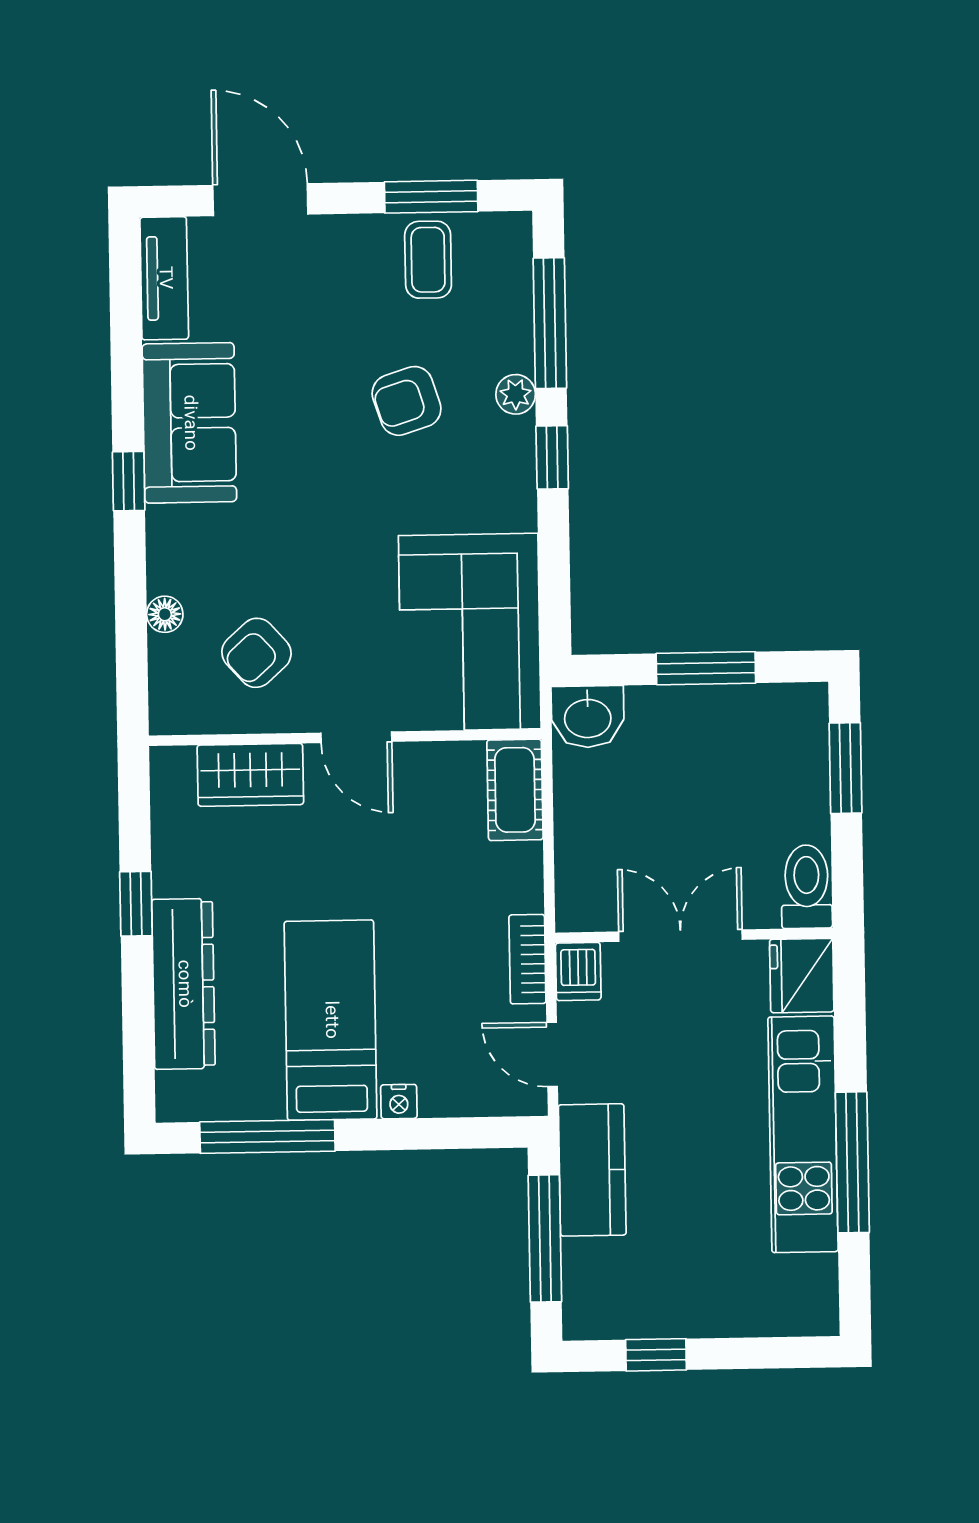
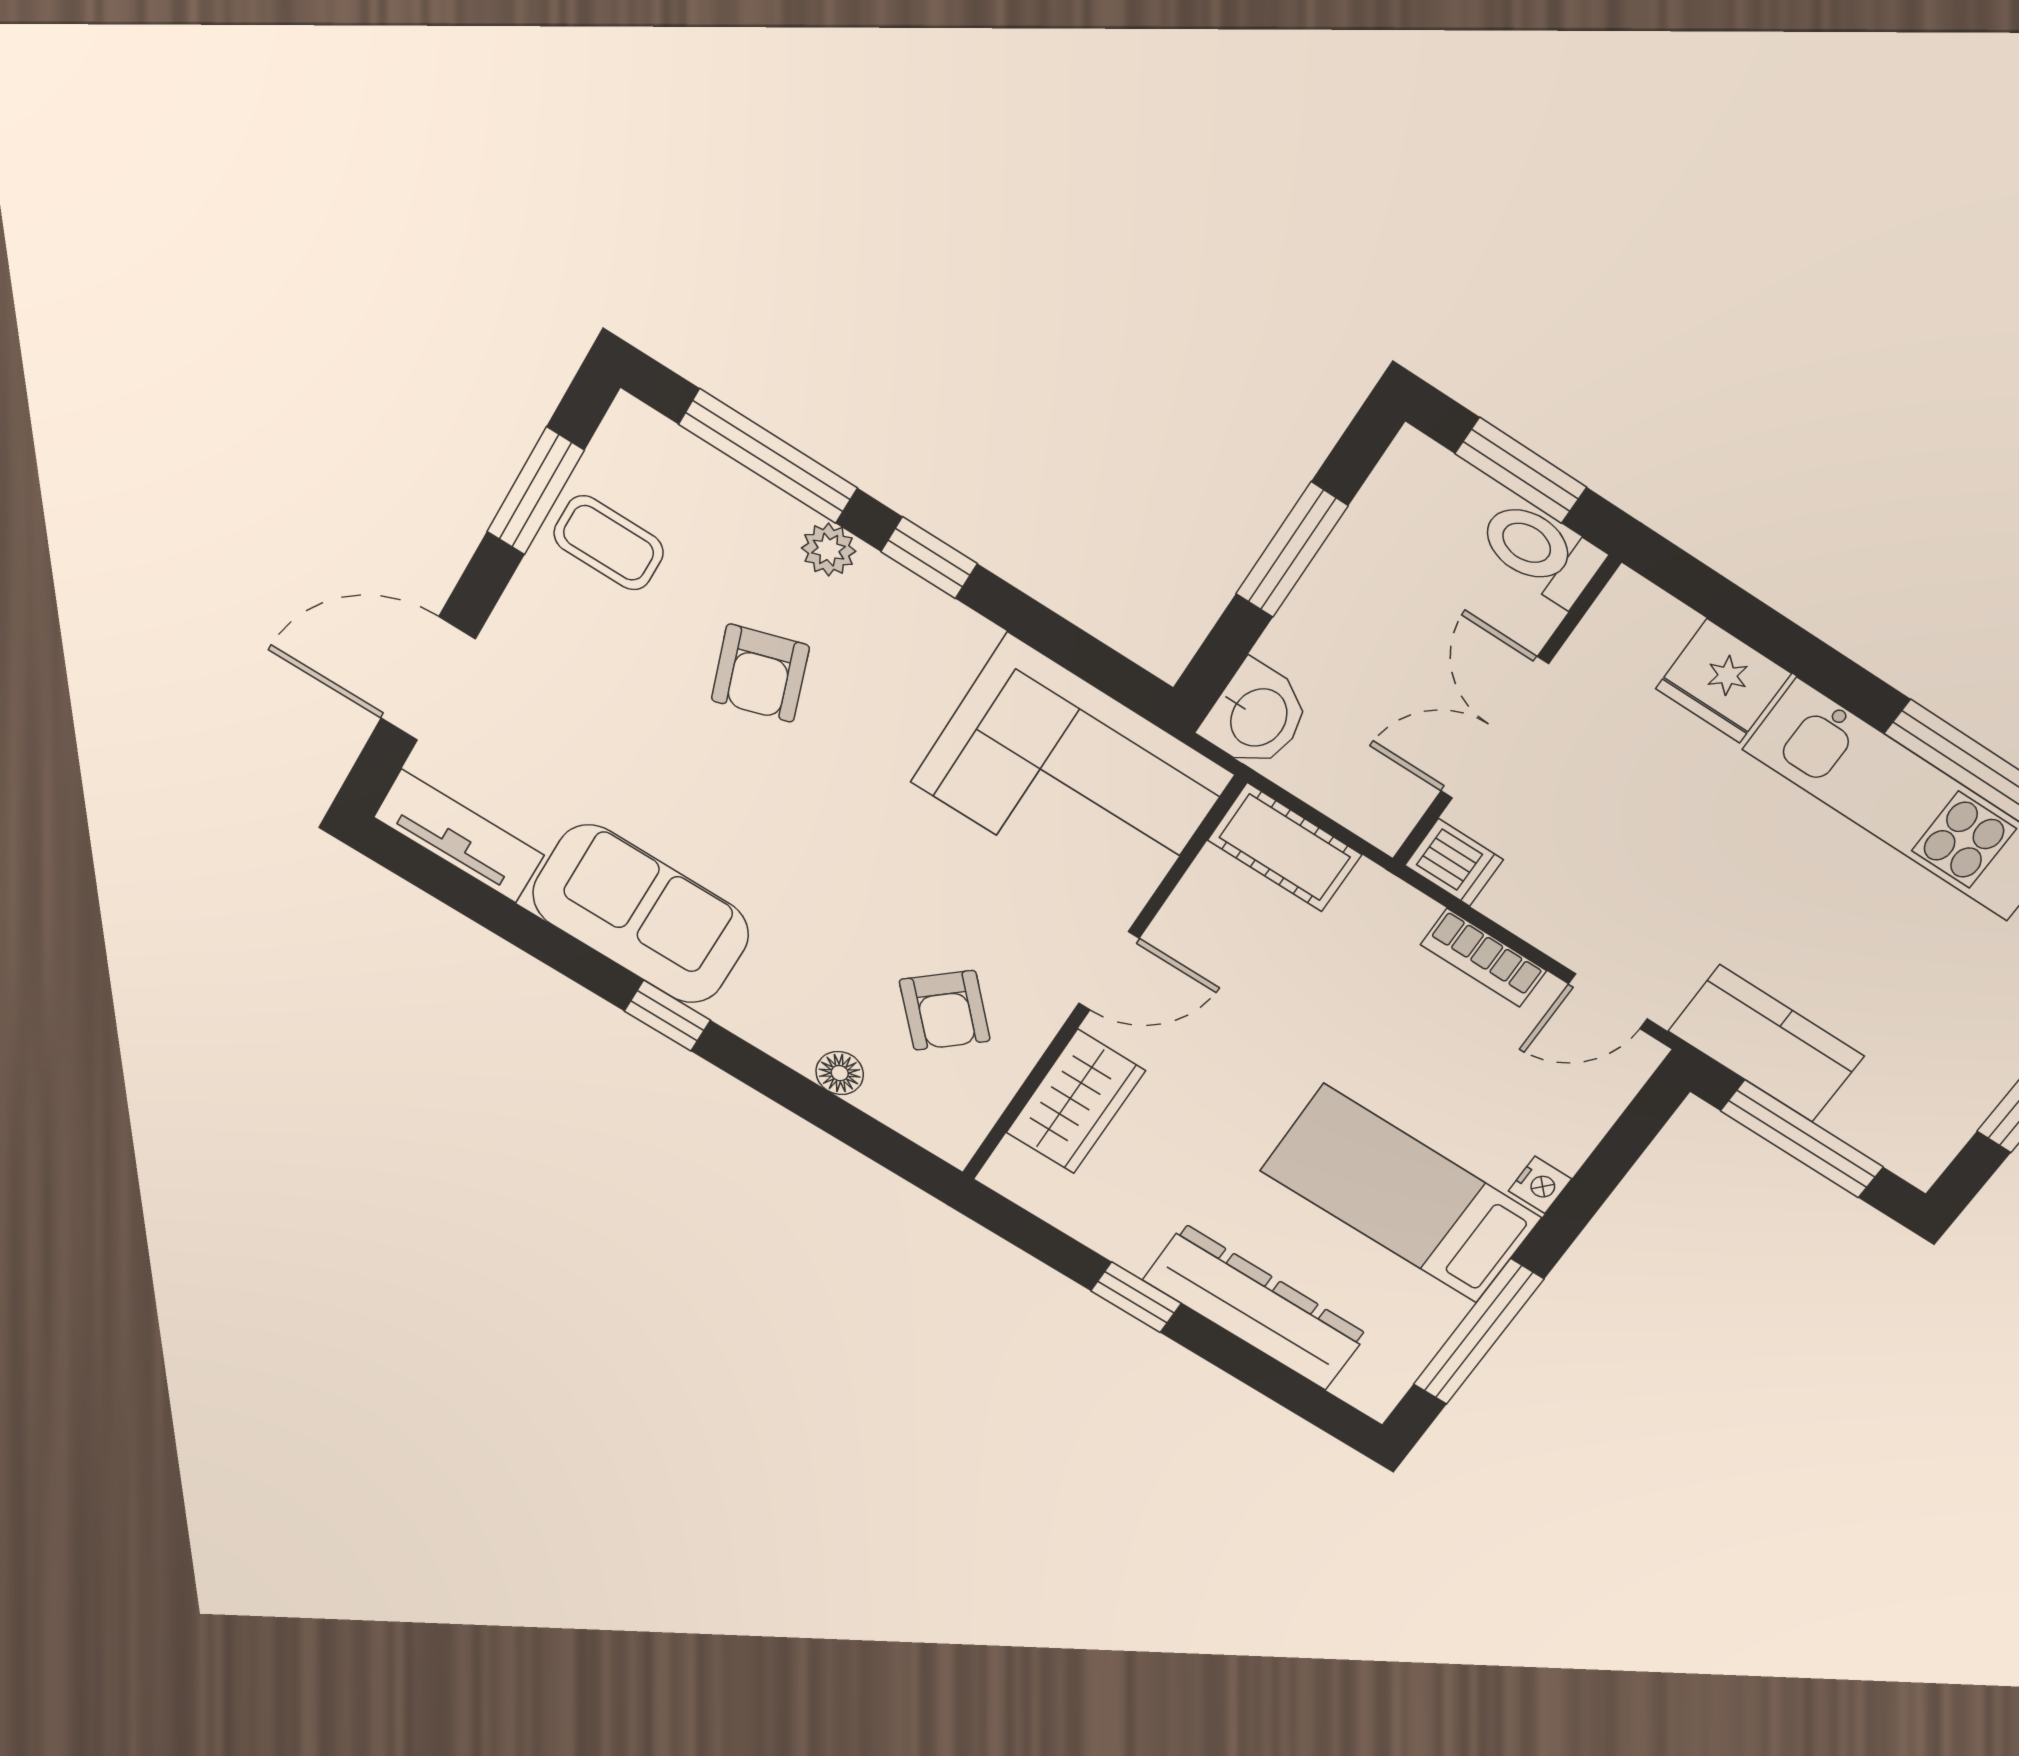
toilet: (807, 887) -> (1540, 552), moved
wall: (694, 935) -> (1505, 713), moved
double door: (680, 936) -> (1494, 728), moved
dishwasher: (578, 971) -> (1454, 862), moved

